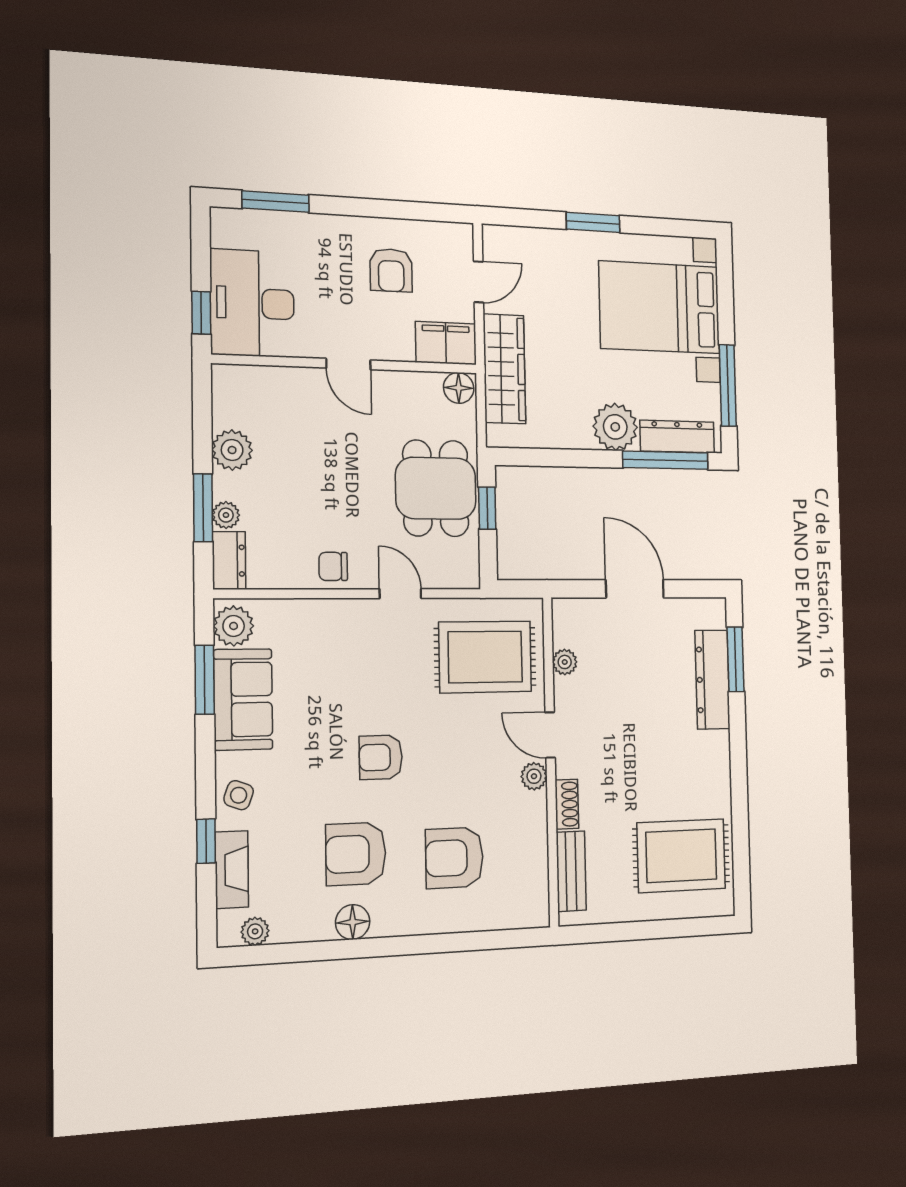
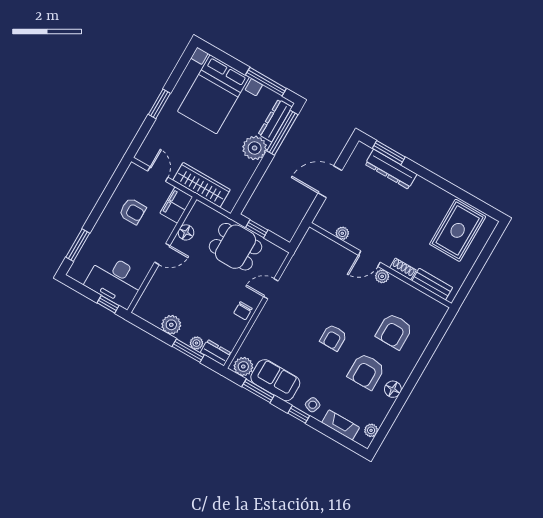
floor lamp: (459, 388) -> (186, 232), moved
rug: (485, 657) -> (319, 268), removed
window: (206, 841) -> (299, 414), moved

